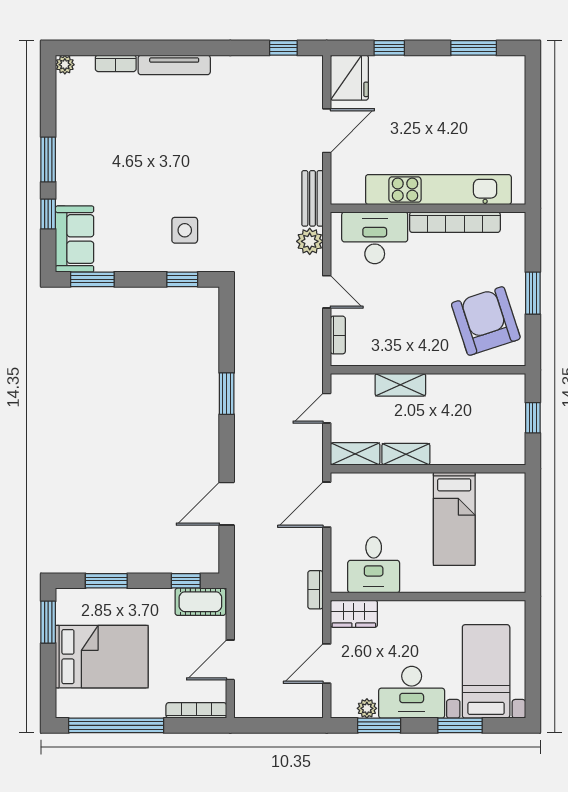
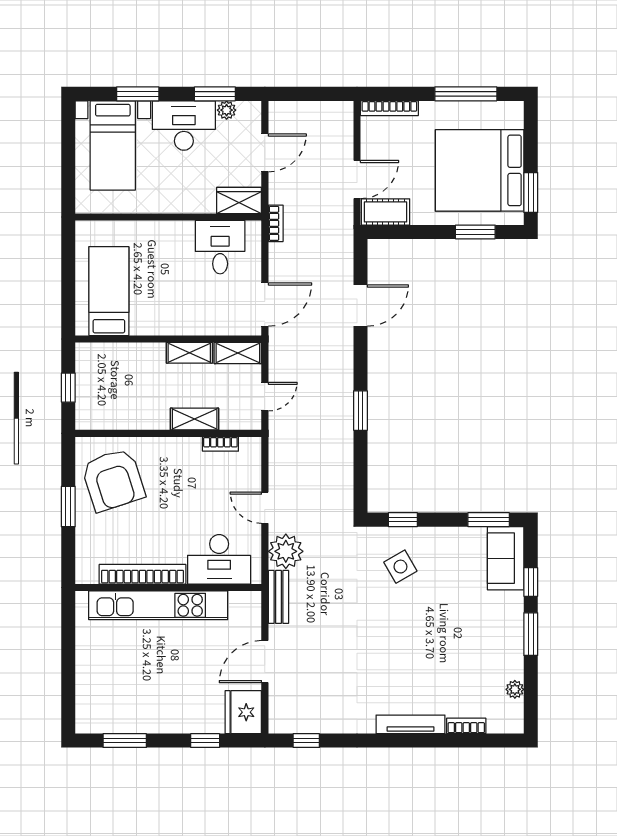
plant: (65, 65) -> (515, 689), moved
side table: (185, 230) -> (400, 567), turned -30
plant: (310, 241) -> (286, 551), width x1.36, depth x1.36
bookcase: (338, 335) -> (220, 444), moved, turned -90
bed: (454, 519) -> (109, 291), moved
window: (186, 581) -> (399, 232), removed
bed: (102, 657) -> (480, 170), width x1.36
door: (230, 660) -> (357, 180), moved
window: (116, 725) -> (466, 94), width x0.68

